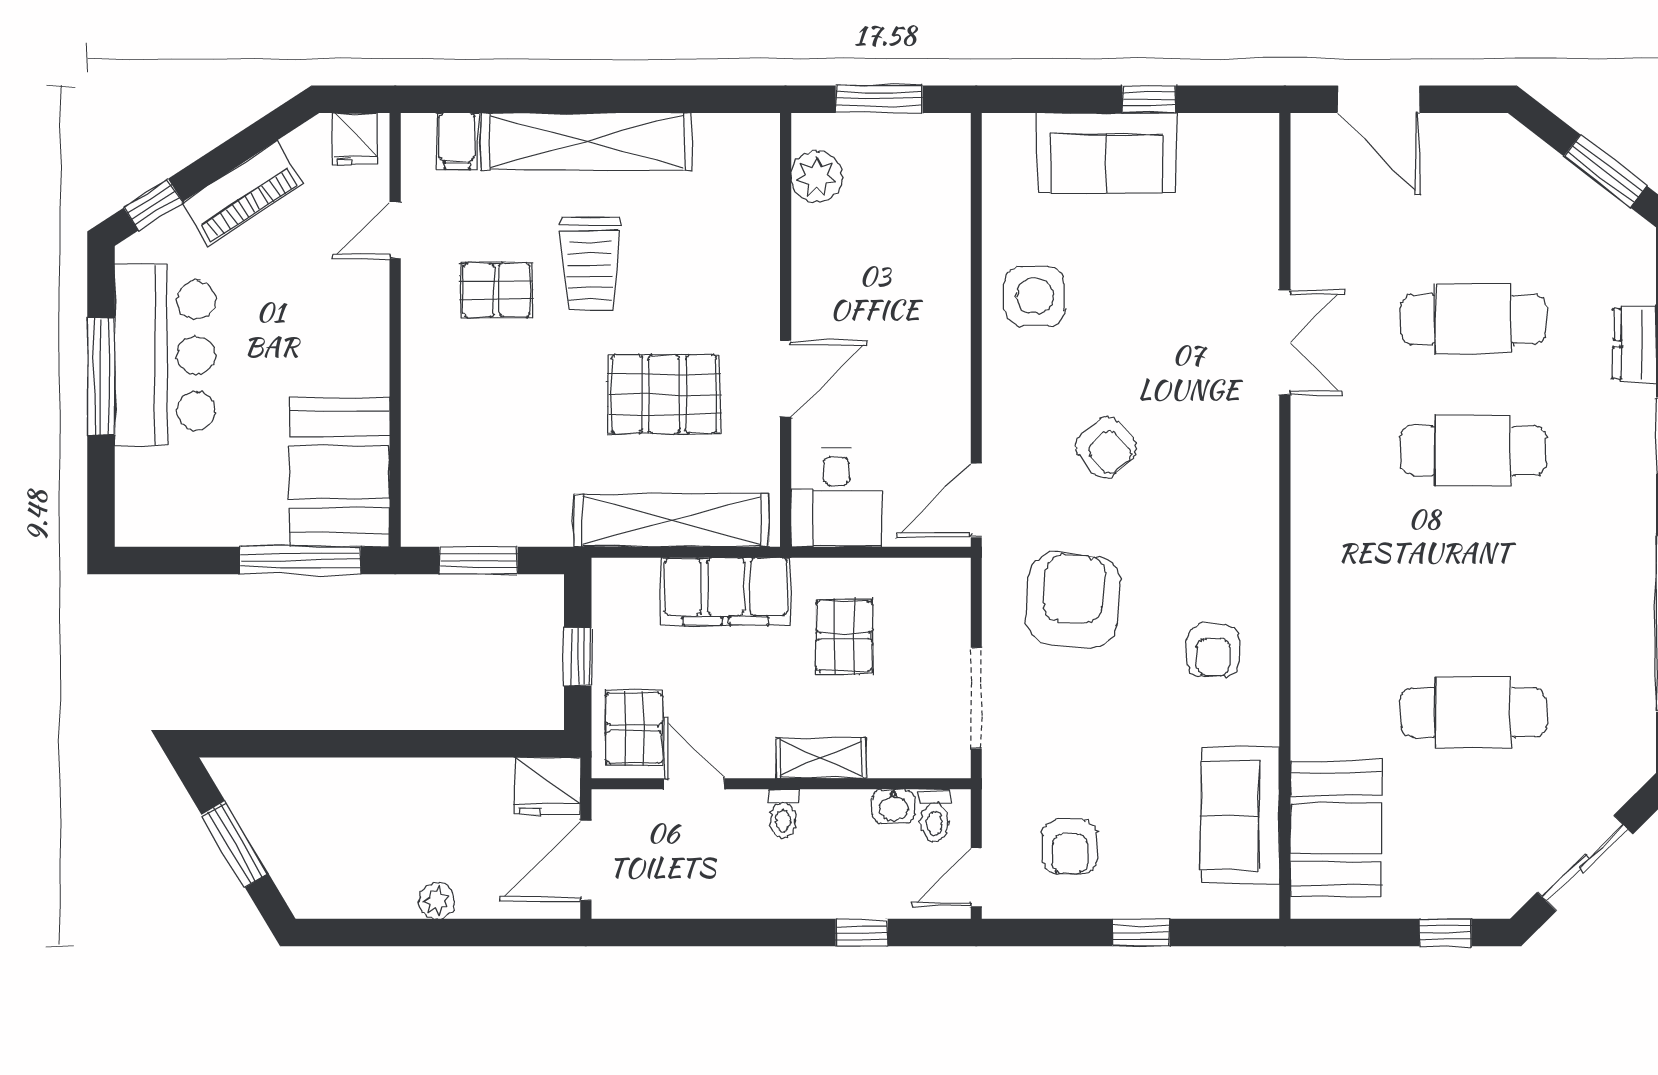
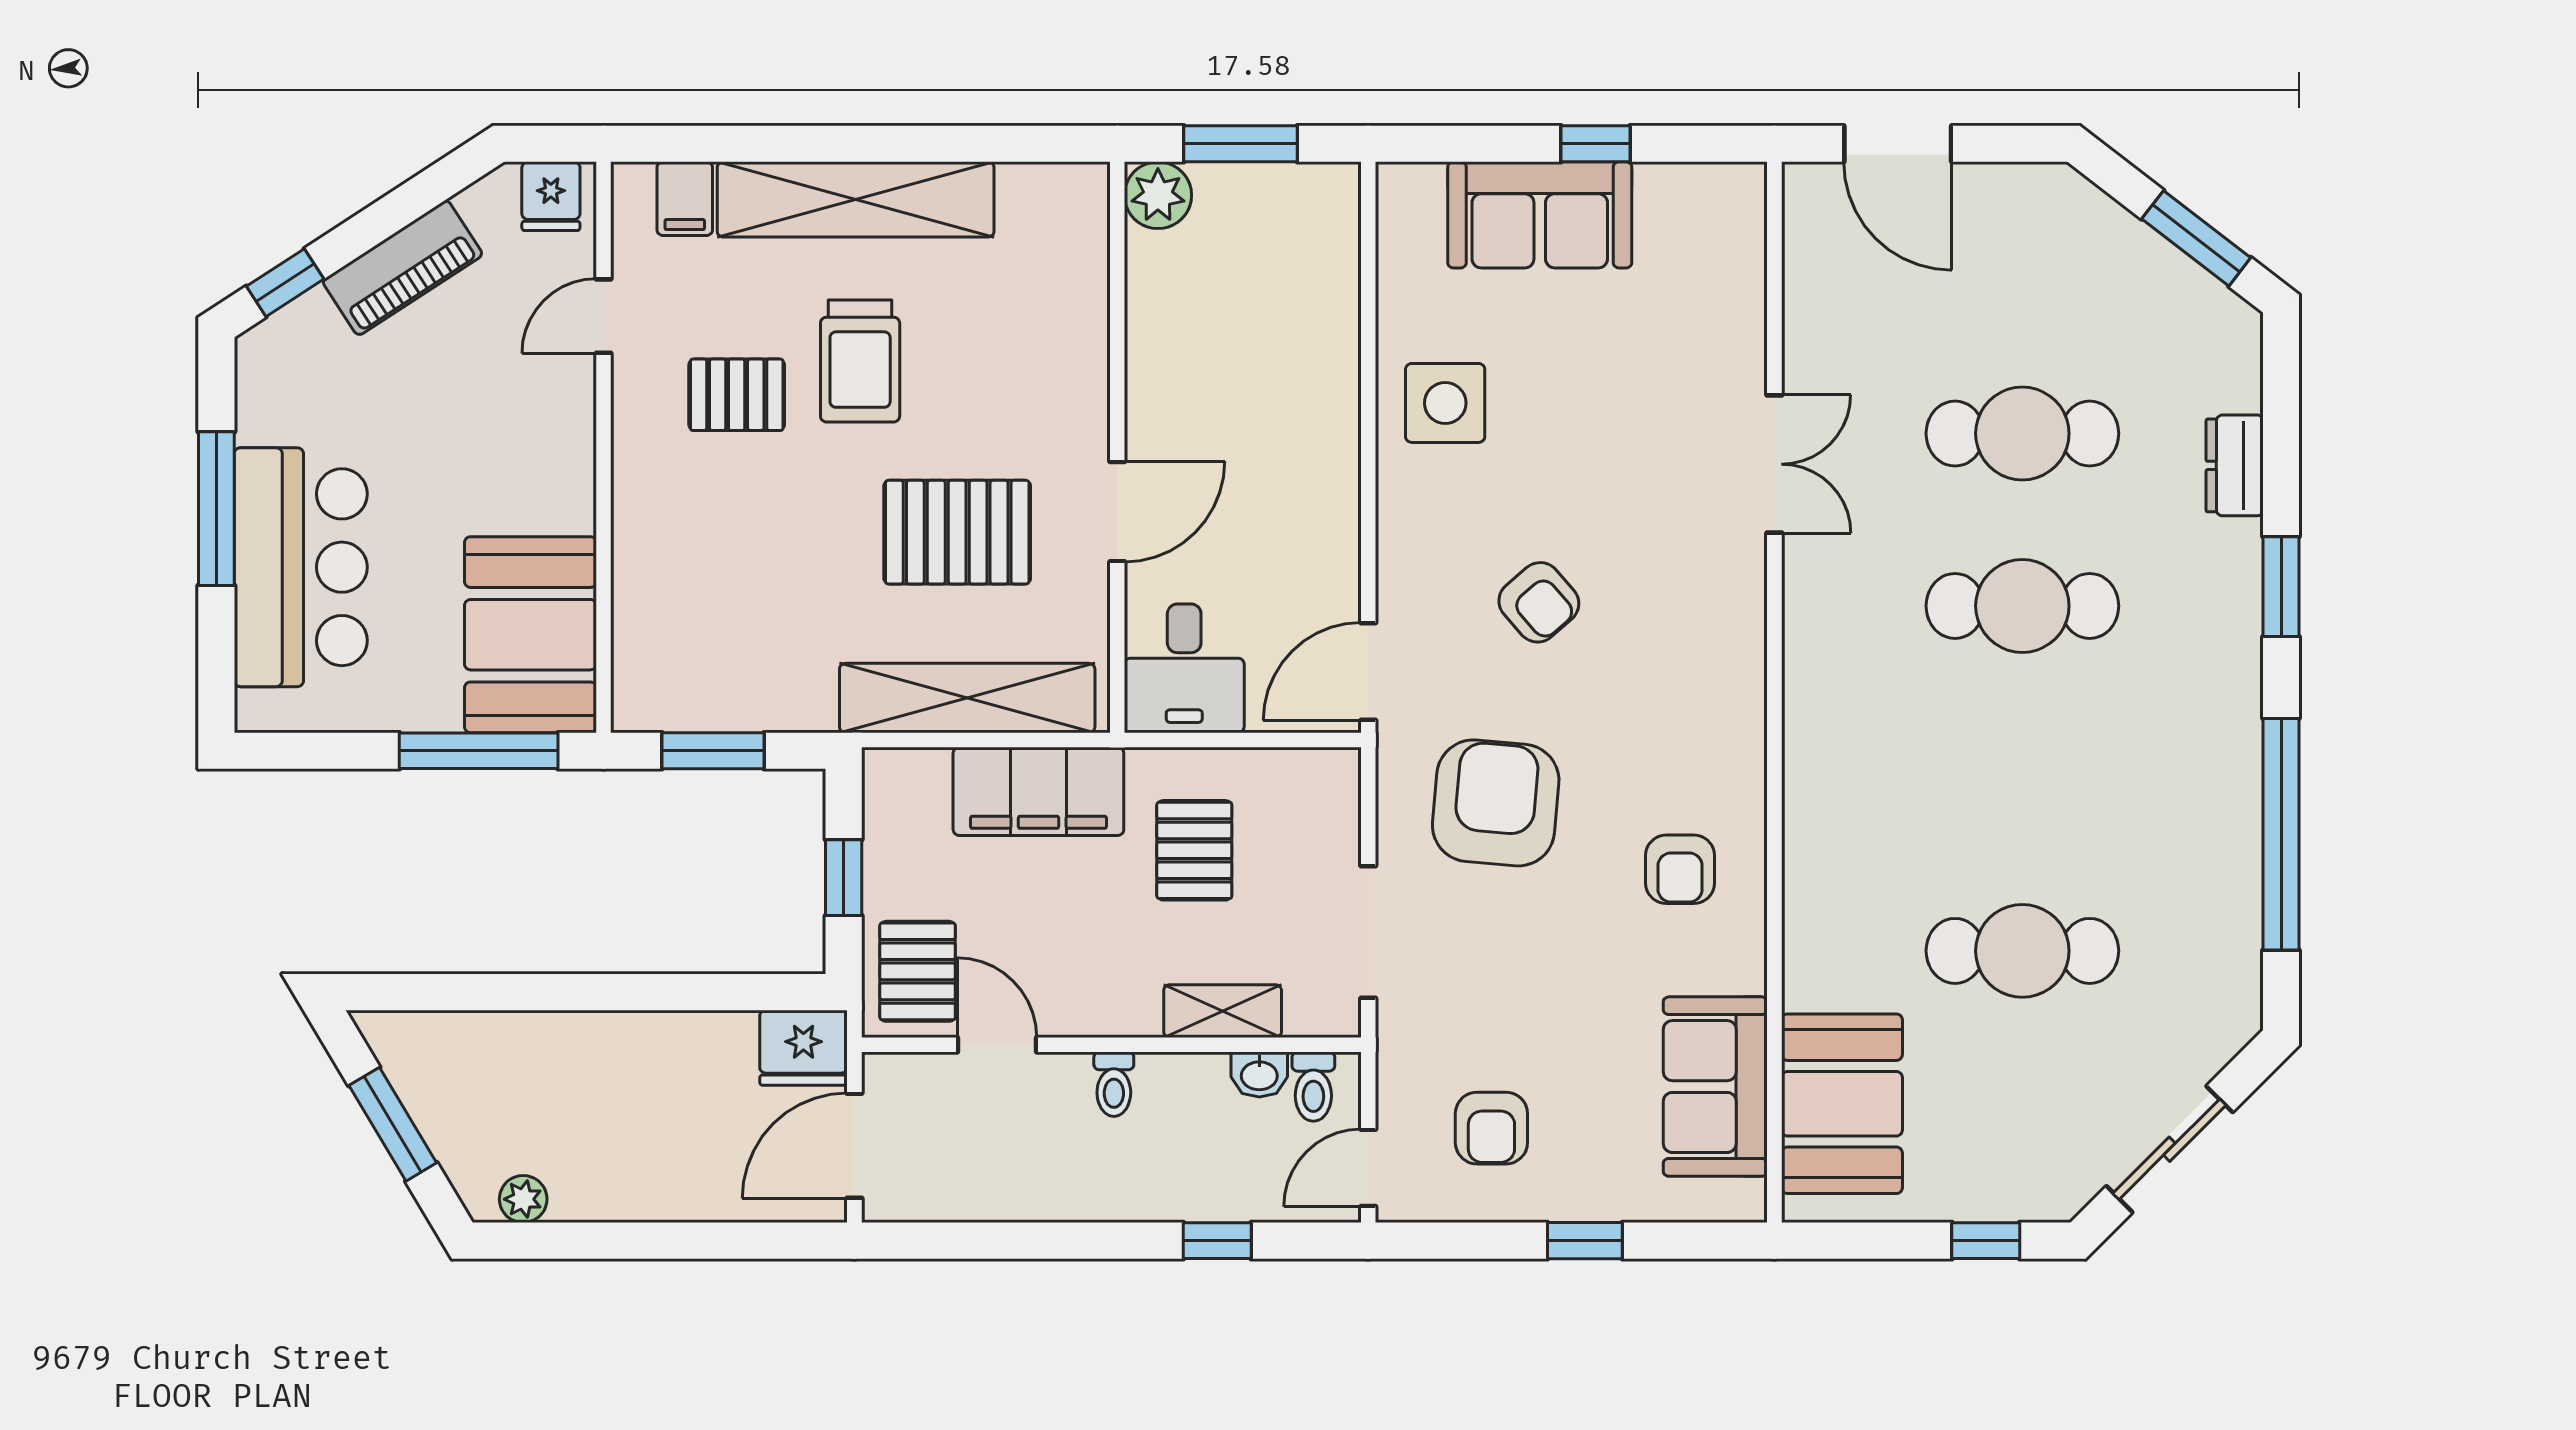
plant: (816, 177) -> (1158, 195), moved
bar counter: (165, 355) -> (301, 567), moved
shelving: (821, 758) -> (1223, 1011), moved
plant: (437, 901) -> (523, 1199), moved

